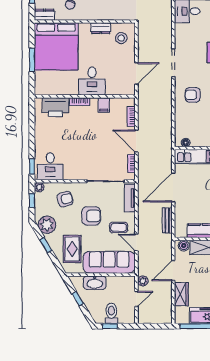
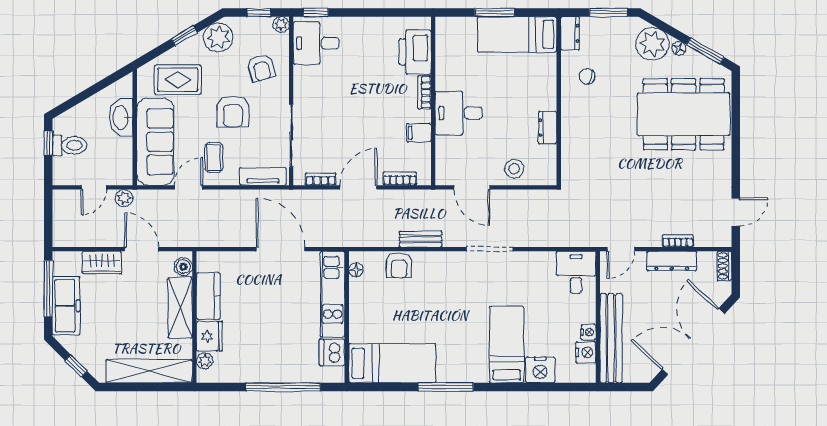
stool: (121, 38) -> (514, 169), moved
bed: (56, 46) -> (517, 34), width x0.49
armchair: (193, 95) -> (399, 265), moved, turned 180
bench: (167, 220) -> (421, 239), moved
window: (78, 299) -> (94, 89), removed
door: (136, 299) -> (94, 187), hinge flipped

